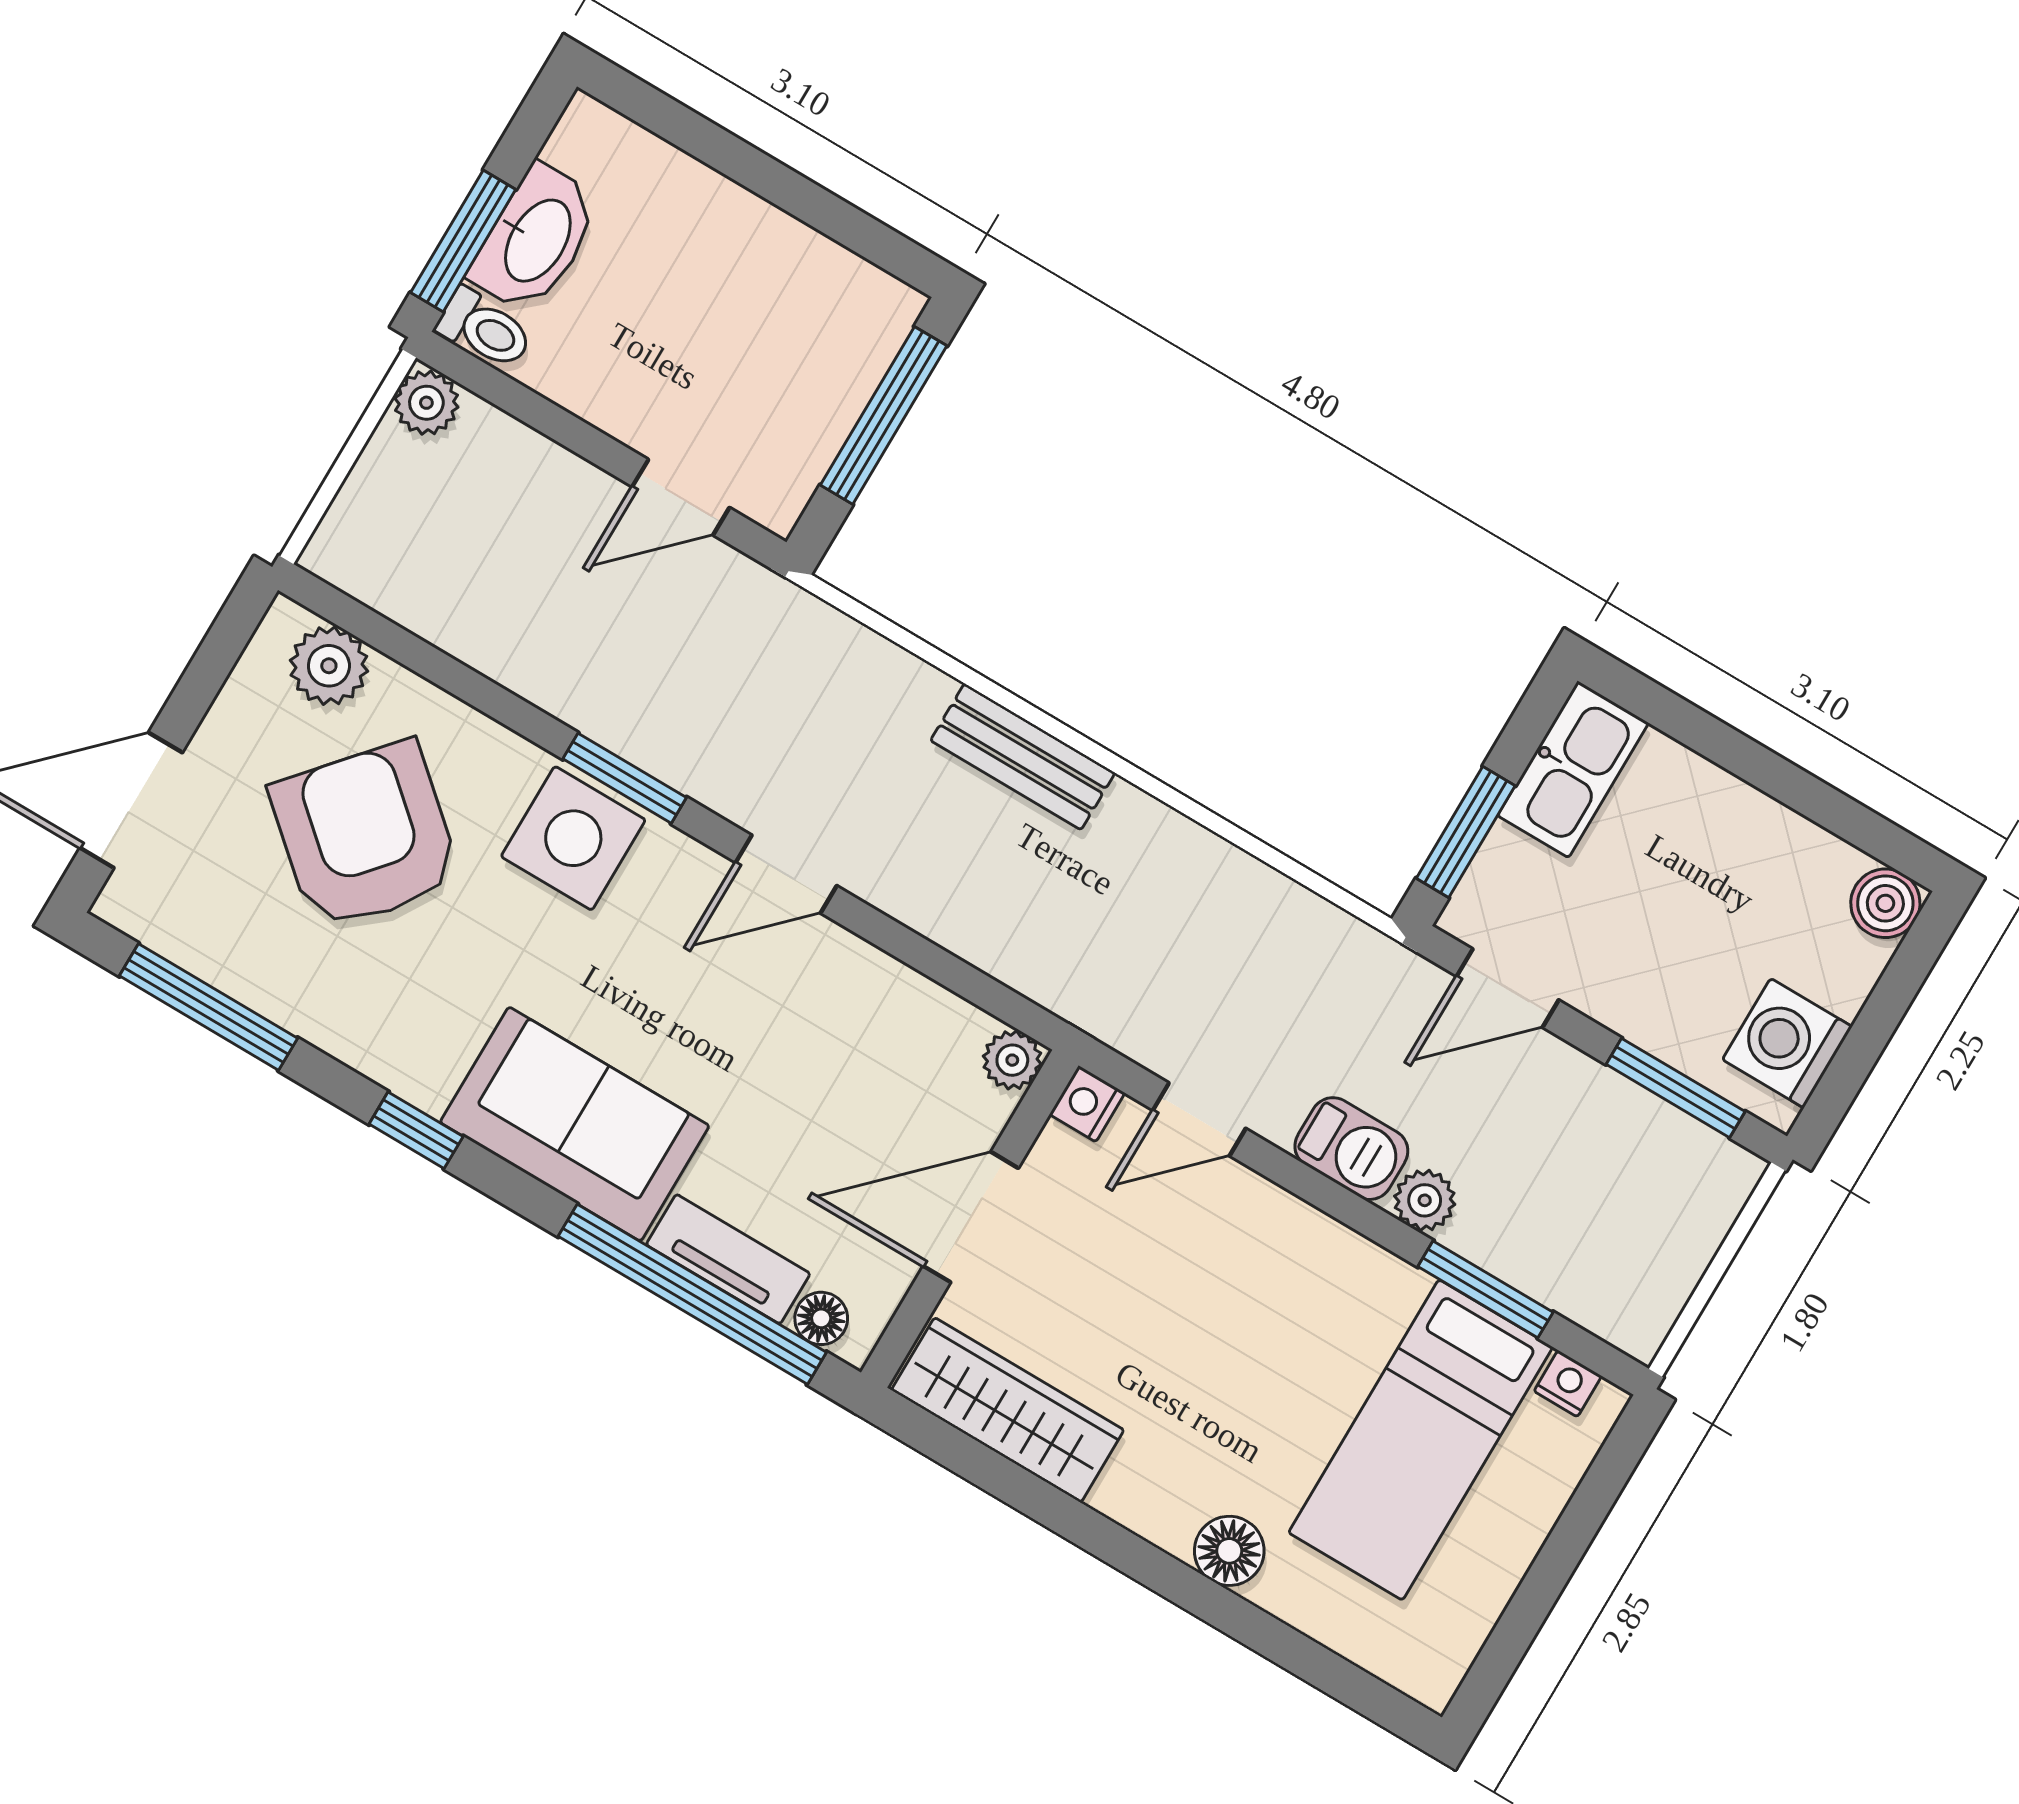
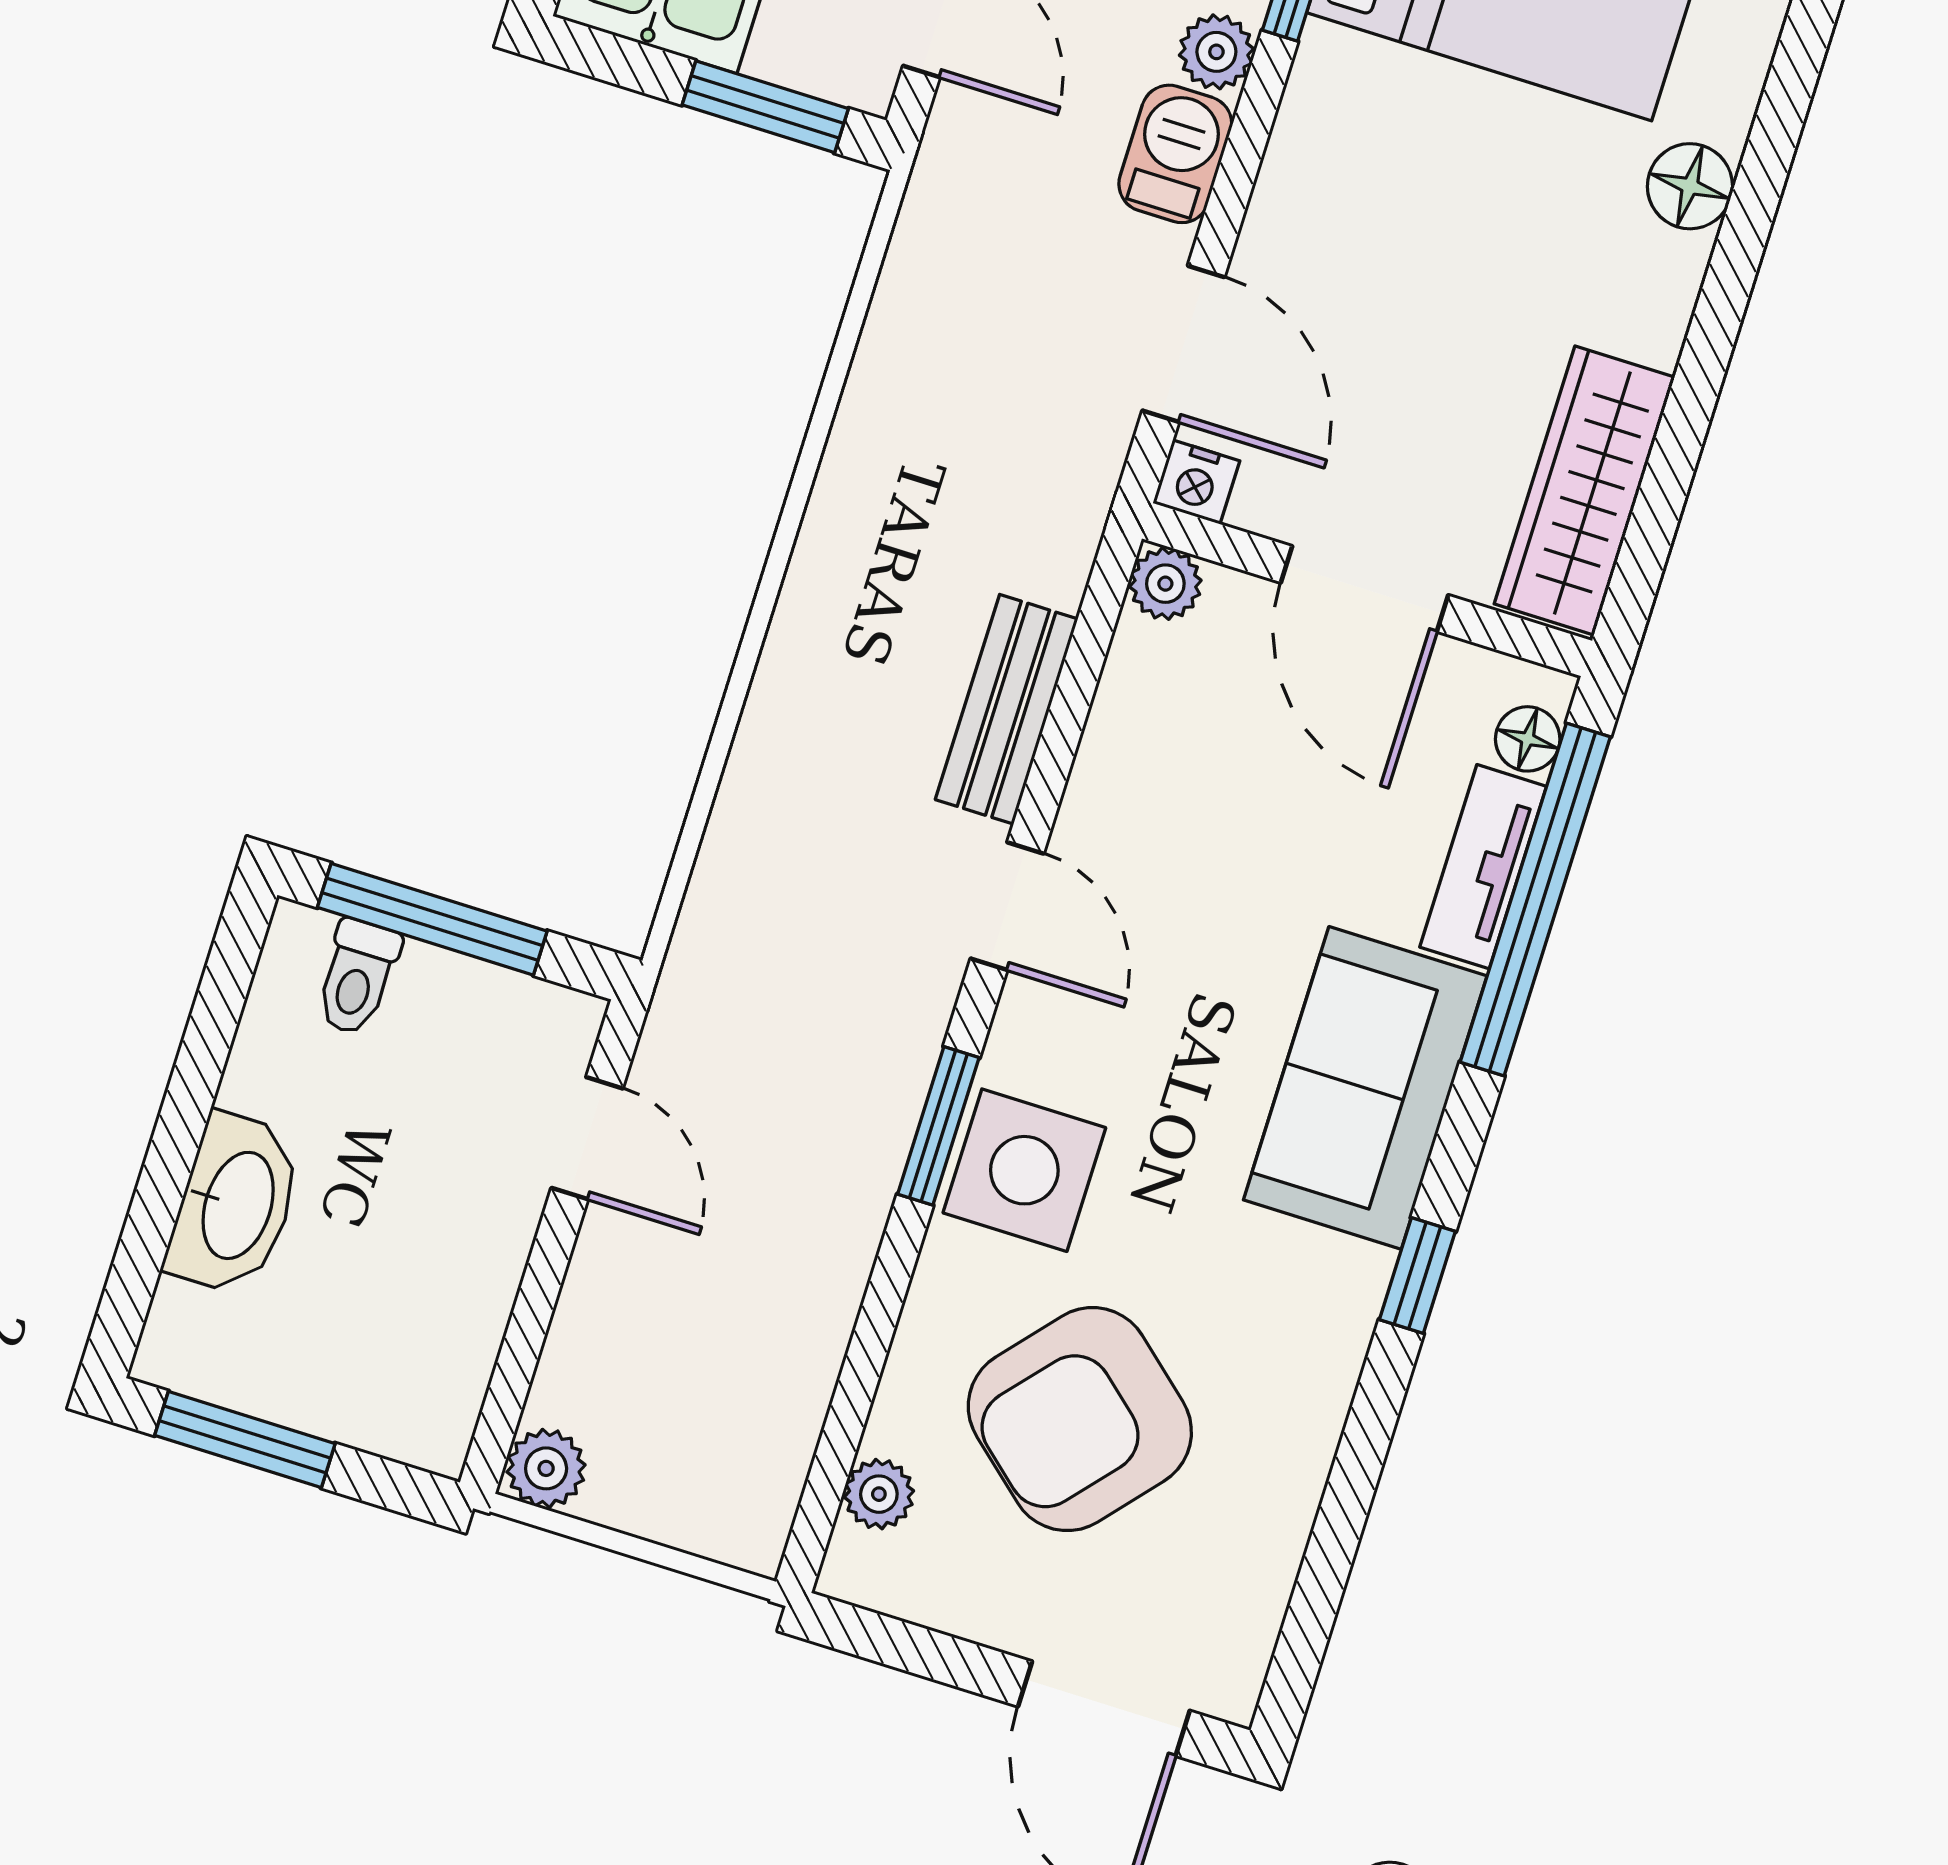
washbasin: (536, 239) -> (235, 1204), moved, turned 90
window: (463, 241) -> (245, 1439), moved
toilet: (485, 329) -> (357, 977), moved, turned 180
plant: (329, 666) -> (879, 1494), width x0.73, depth x0.73
bench: (1023, 757) -> (1007, 709), moved
window: (208, 1007) -> (1329, 1558), removed
door: (1199, 1119) -> (1183, 344), width x1.38

